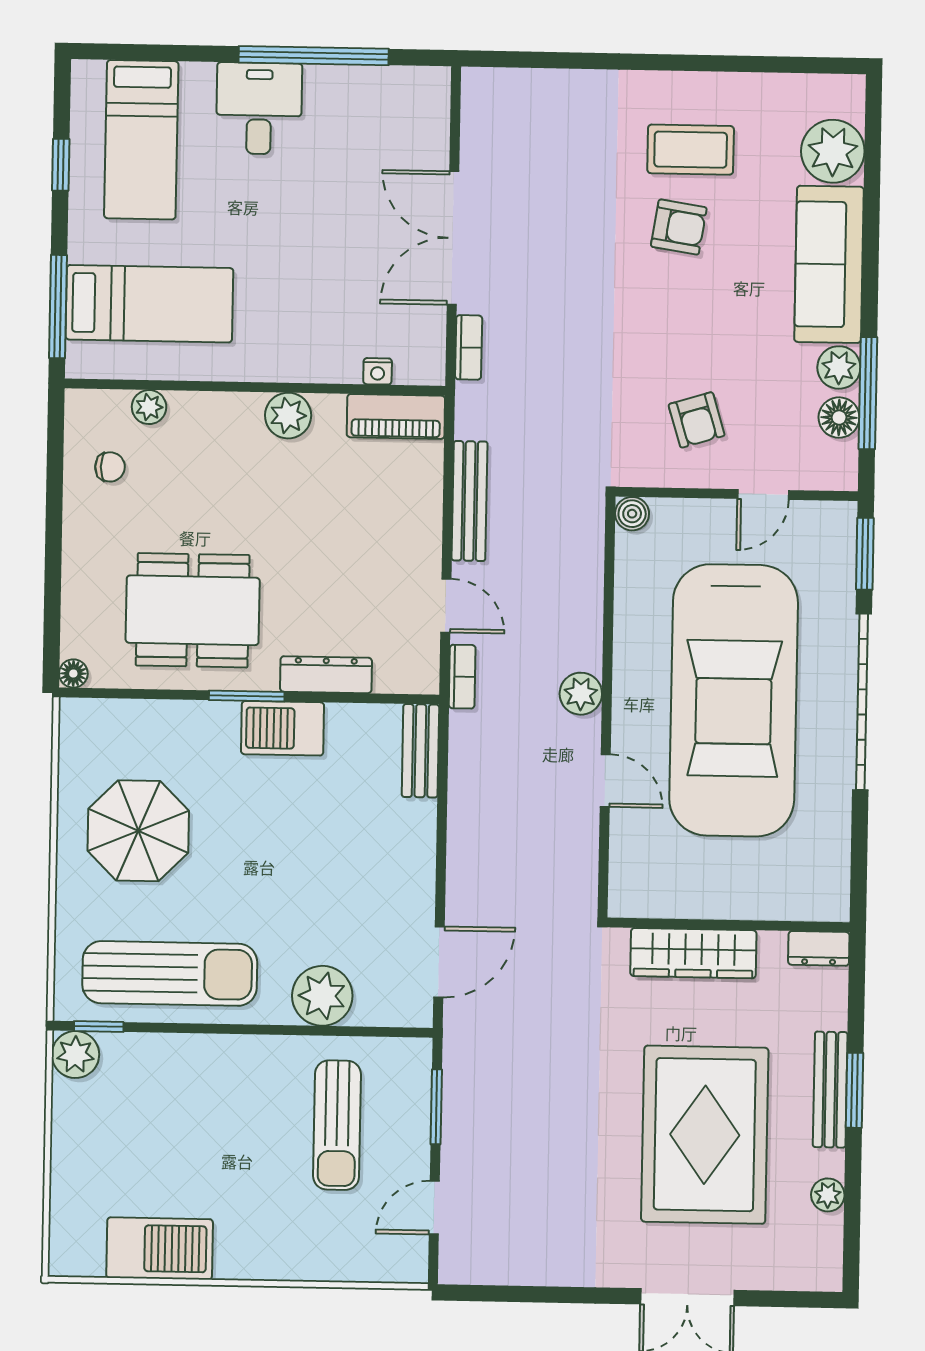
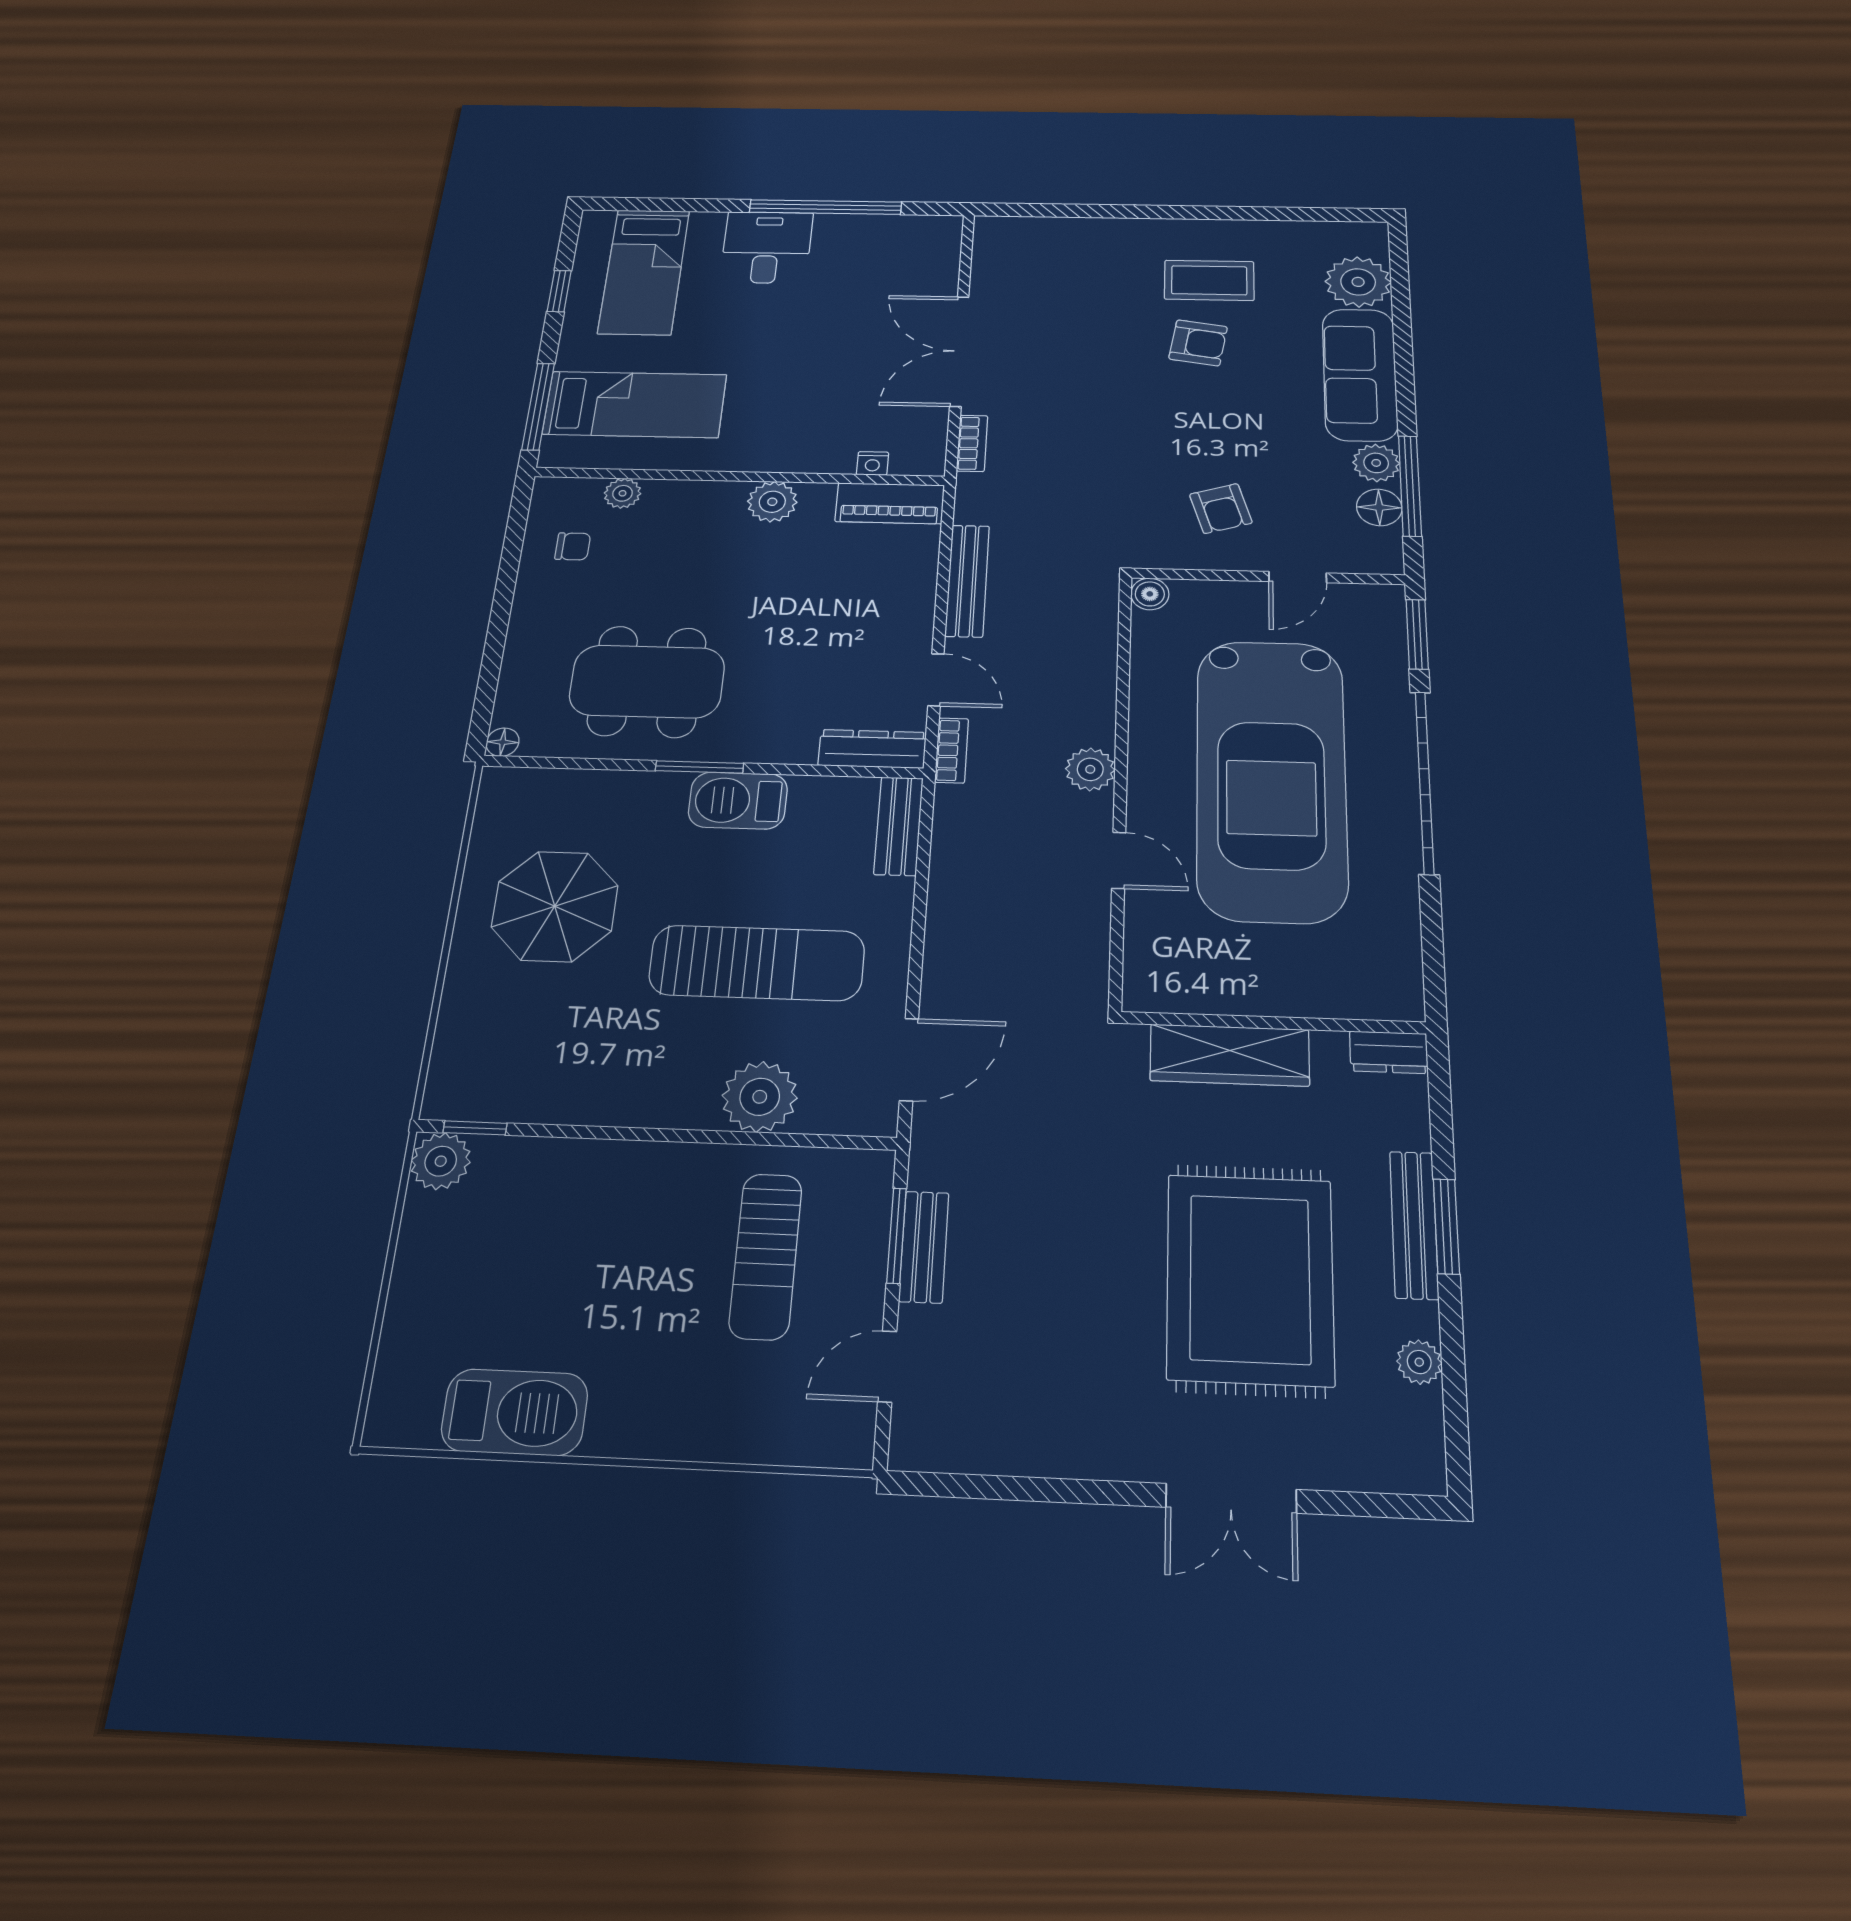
dresser: (326, 675) -> (872, 749), moved
sun lounger: (170, 973) -> (757, 963), moved
bench: (458, 1115) -> (924, 1247), added

